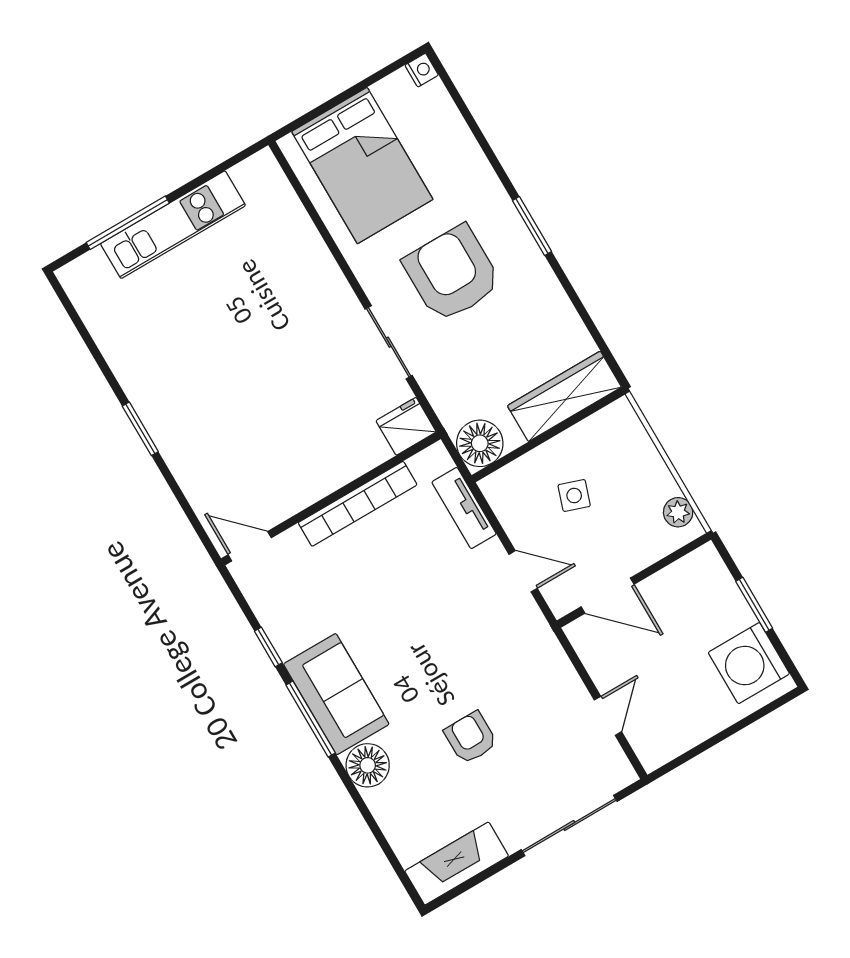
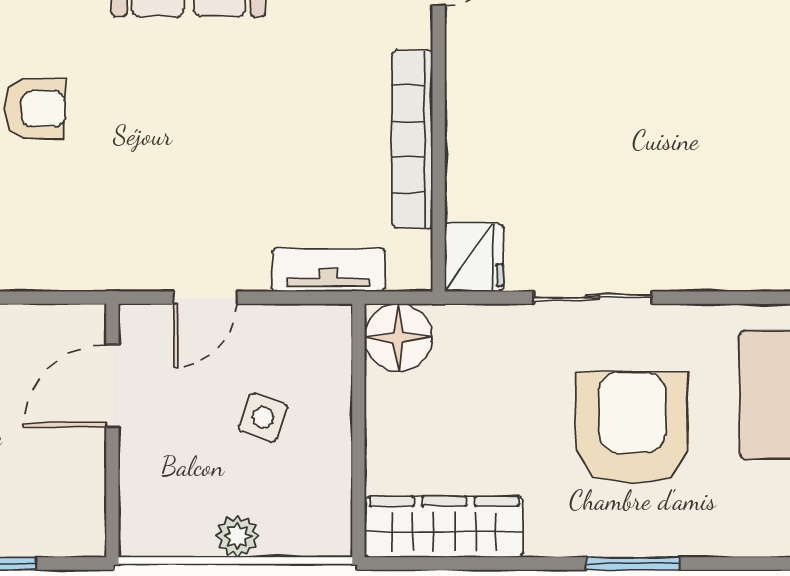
armchair: (452, 274) -> (632, 428), turned -90
wardrobe: (564, 396) -> (444, 527), moved, turned -90
plant: (678, 512) -> (237, 536), moved

